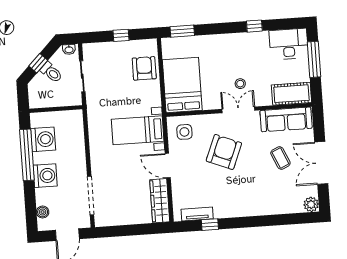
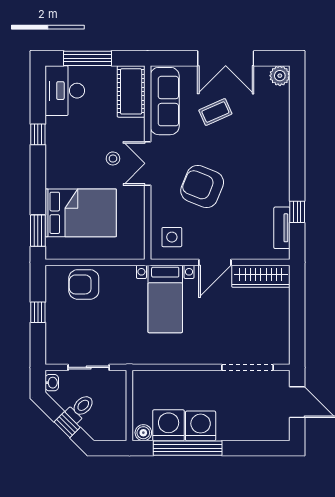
bed: (182, 85) -> (81, 213), moved, turned 180
washing machine: (45, 176) -> (201, 426), moved
boiler: (43, 212) -> (143, 433), moved

